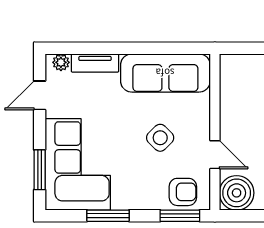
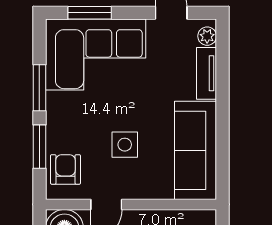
side table: (160, 138) -> (125, 145), turned 45
armchair: (183, 192) -> (65, 169), turned 180
window: (180, 216) -> (39, 147), moved

